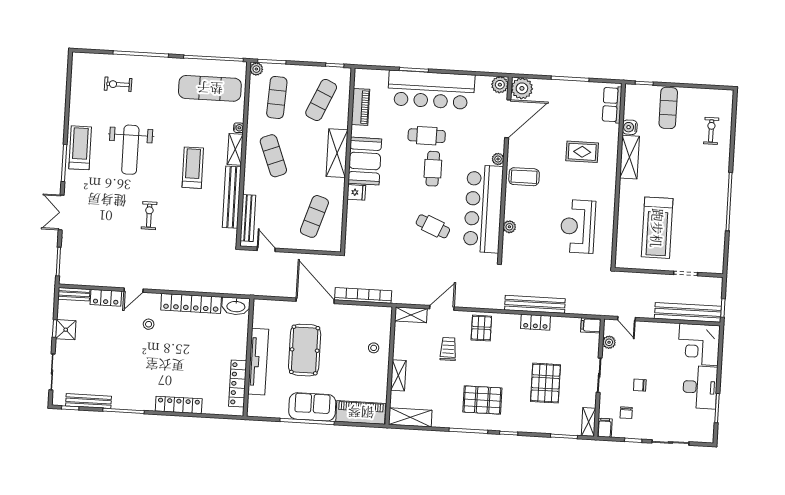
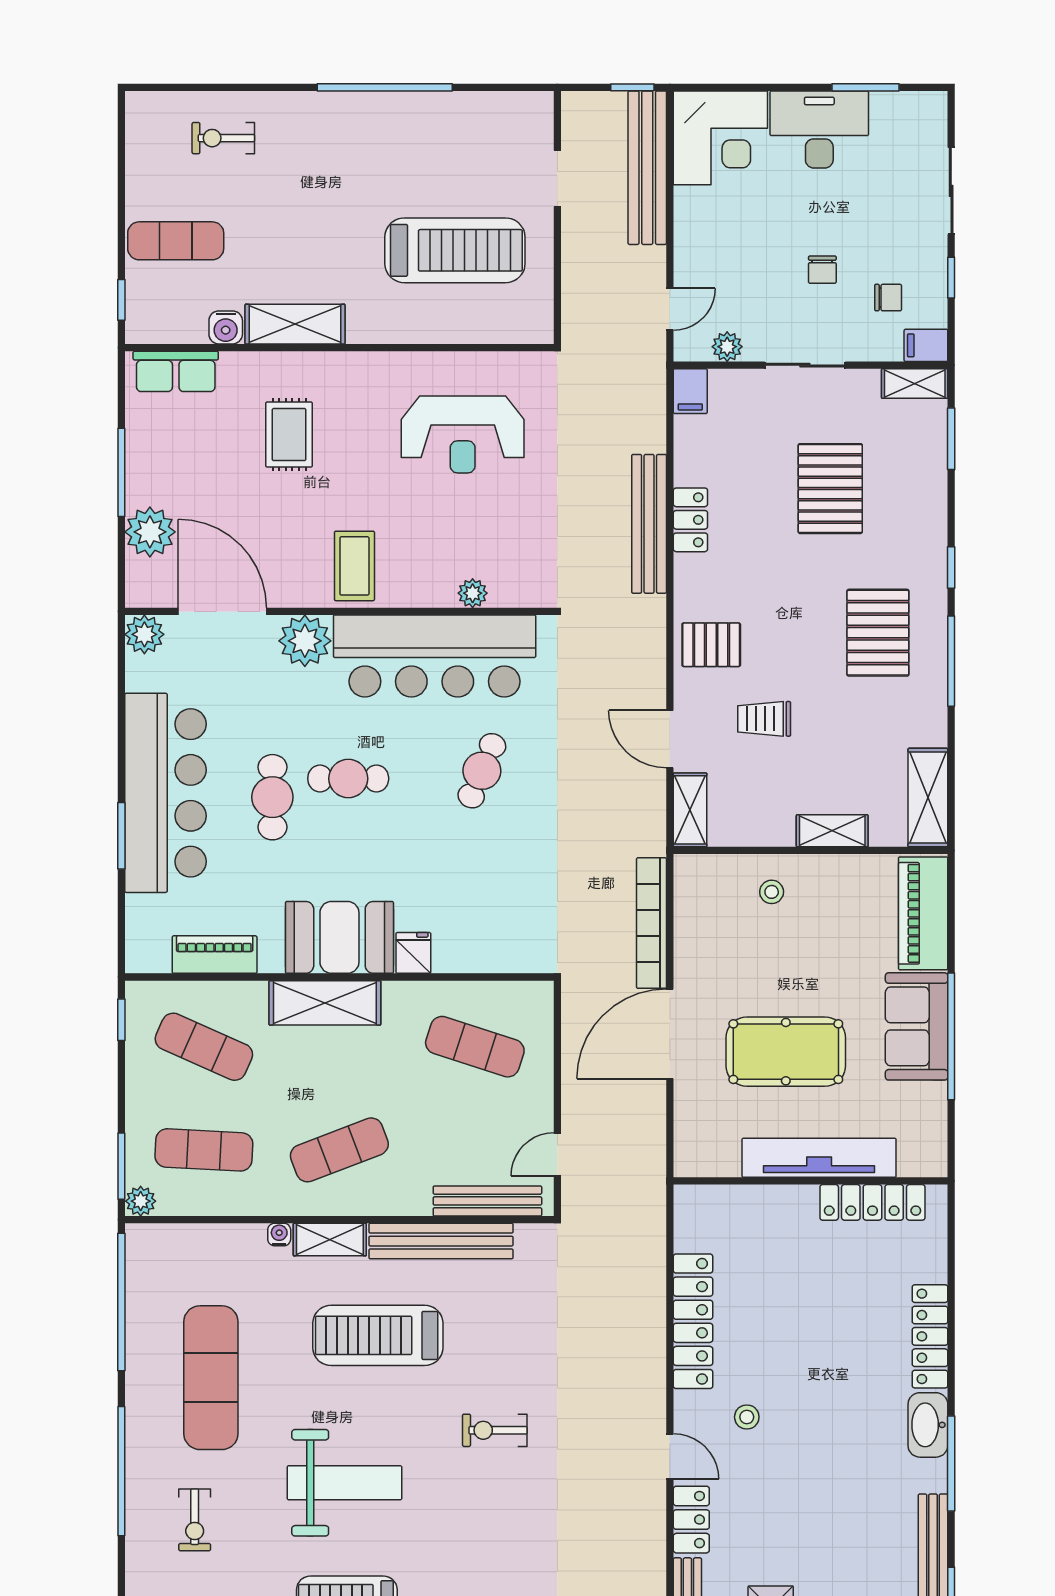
exercise mat: (210, 88) -> (211, 1378), moved
plant: (522, 88) -> (150, 532), moved
plant: (498, 159) -> (305, 641), width x1.87, depth x1.87
treadmill: (193, 168) -> (378, 1335), width x1.37, depth x1.37
washbasin: (236, 306) -> (928, 1425), moved, turned 180
pallet: (546, 383) -> (830, 489), turned 90

